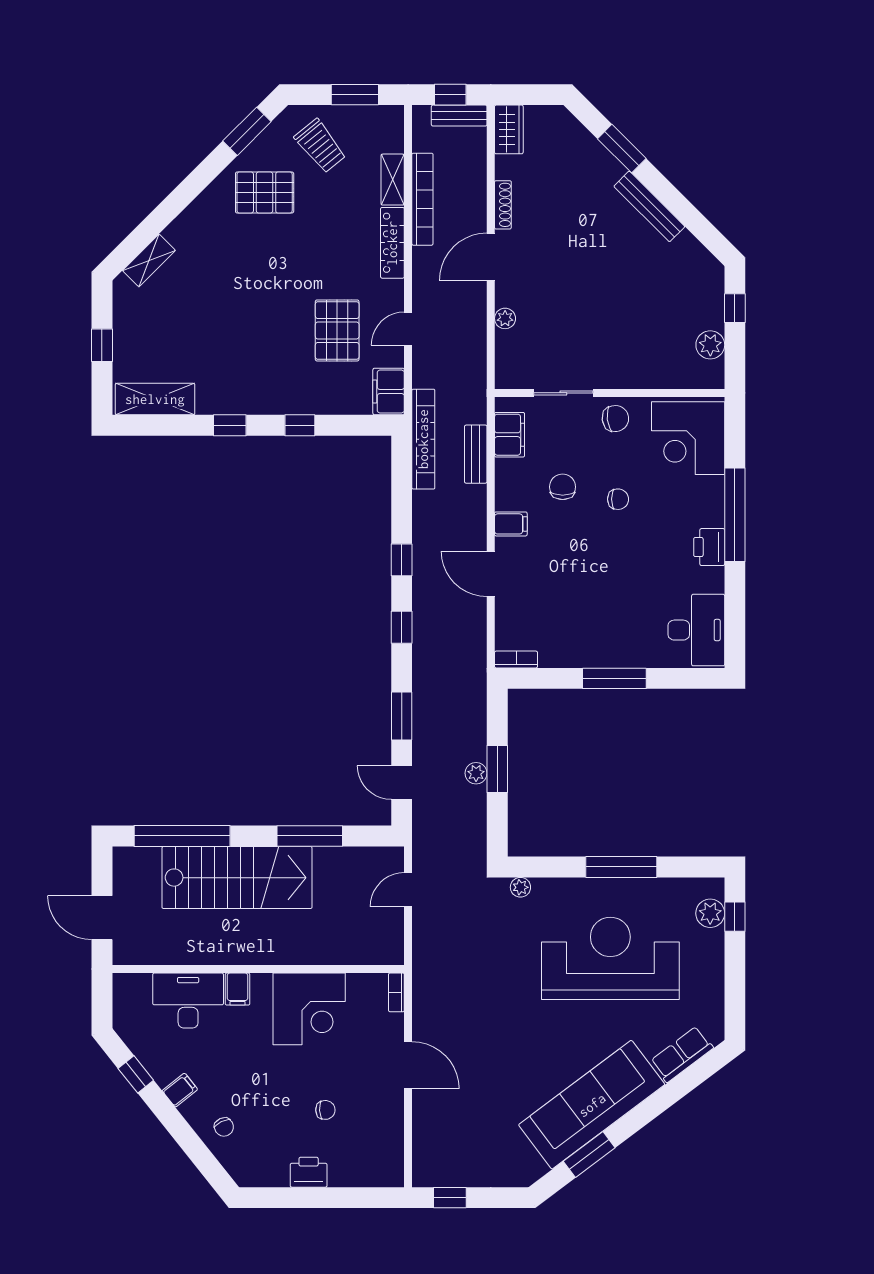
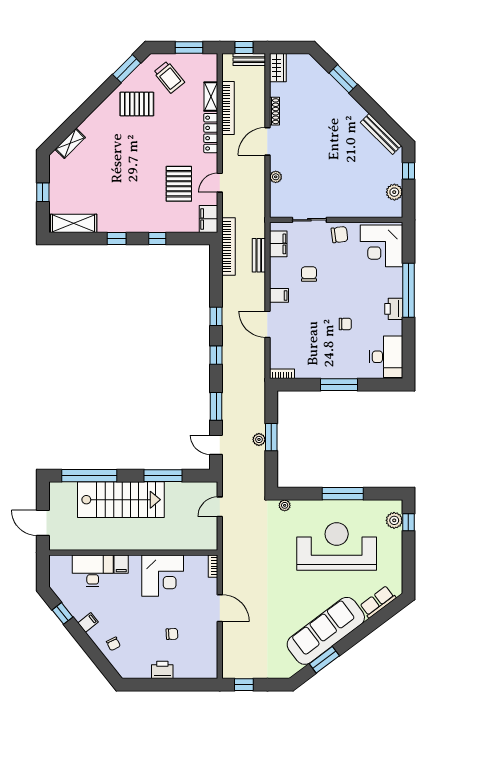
bench: (649, 206) -> (381, 134), moved
chair: (618, 499) -> (345, 324), moved

